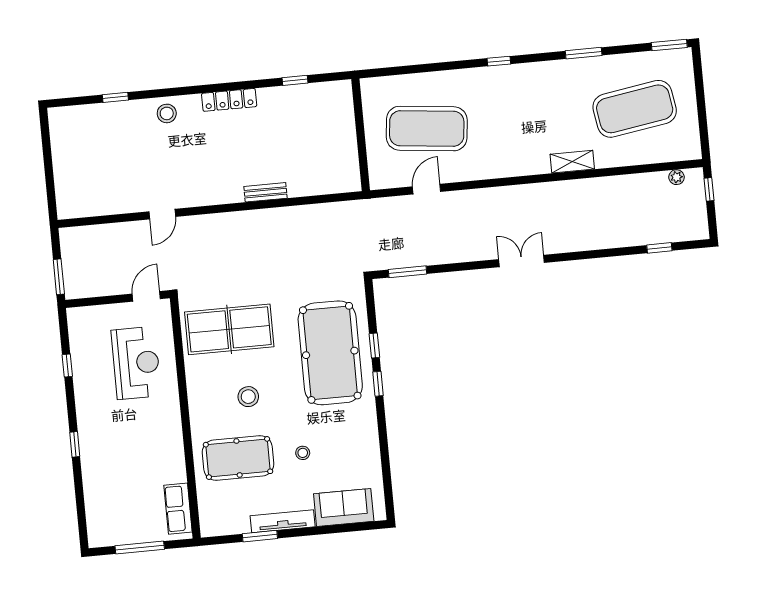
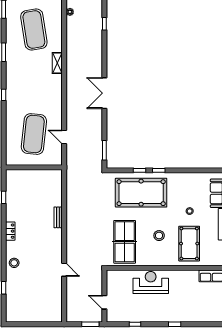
locker: (229, 100) -> (10, 231), width x0.66
double door: (522, 261) -> (104, 93), width x1.37
door: (146, 296) -> (104, 302), moved
reception desk: (136, 363) -> (151, 282), moved

